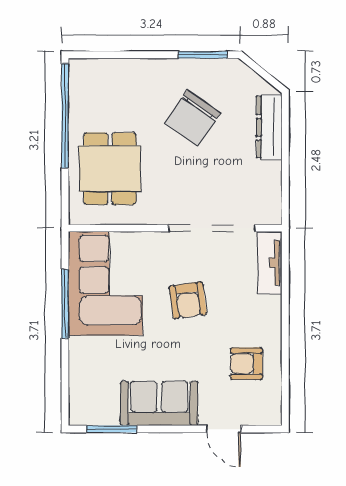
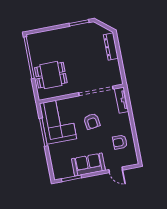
chair: (192, 118) -> (80, 49), removed
dining table: (110, 169) -> (51, 75), turned 90

